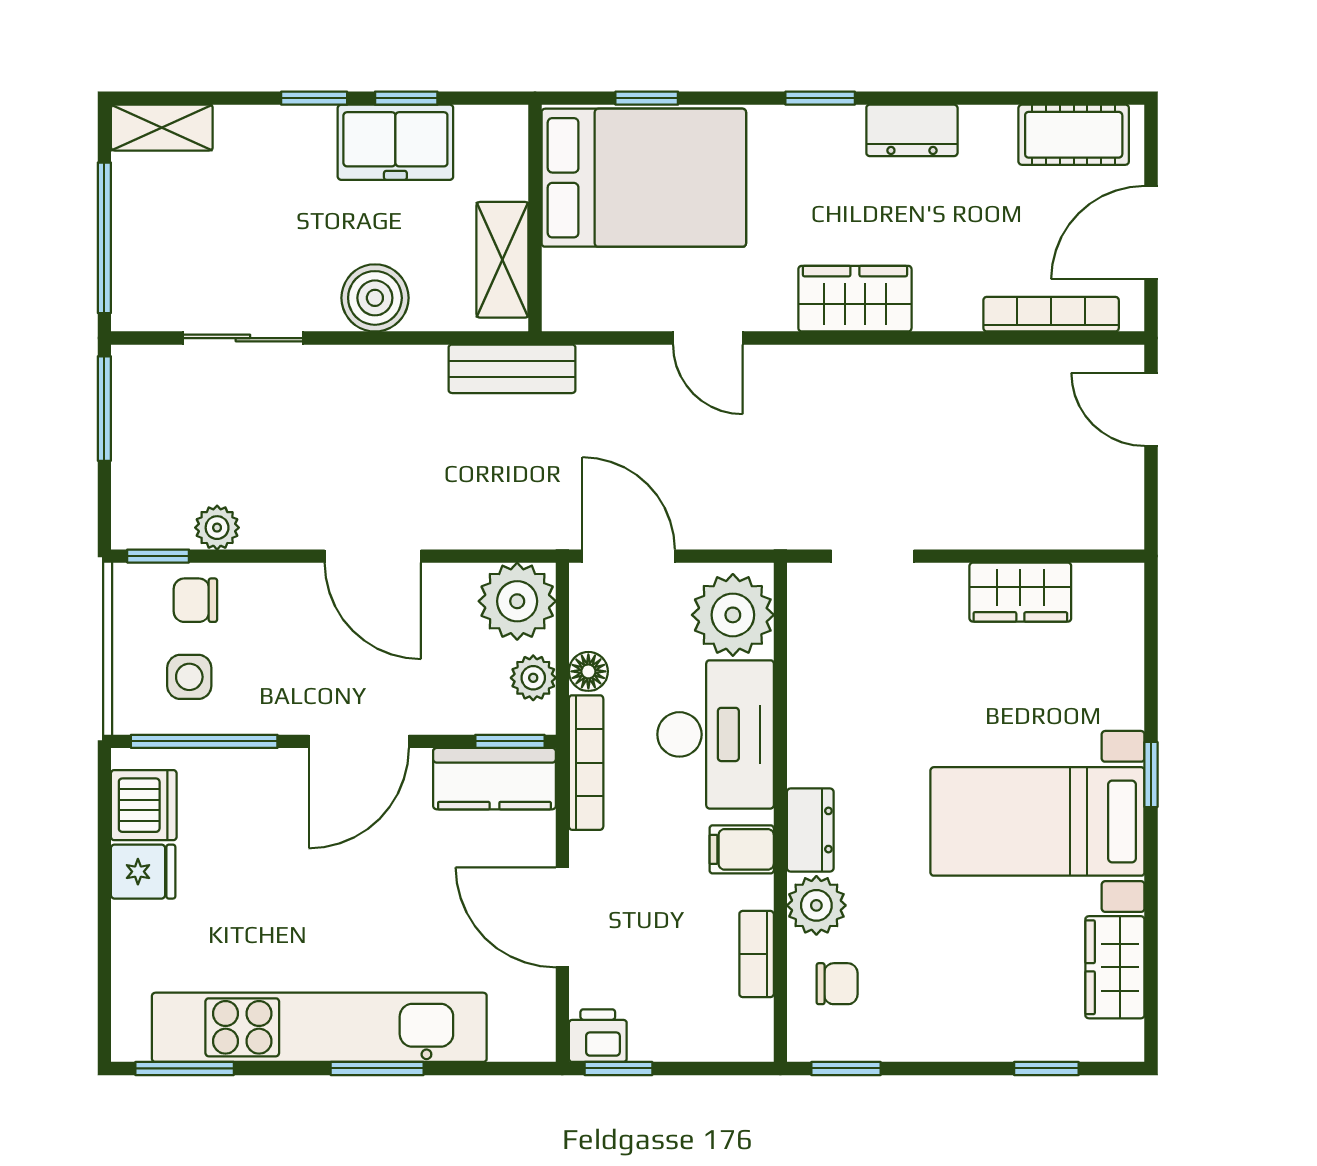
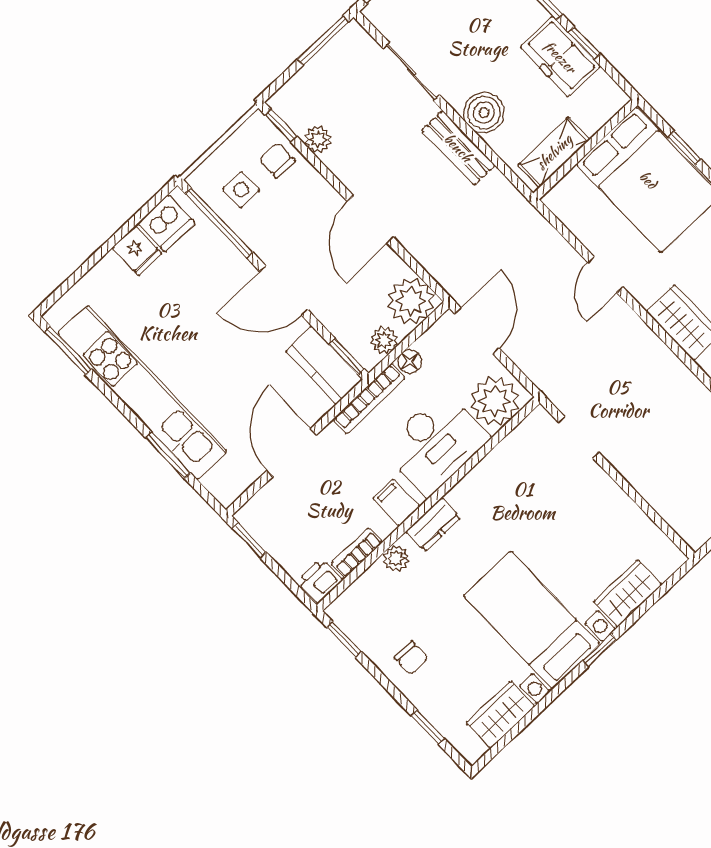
bench: (512, 369) -> (458, 148), moved
wardrobe: (1020, 592) -> (628, 593), moved, turned 90
plant: (816, 905) -> (396, 558), width x0.73, depth x0.73
chair: (837, 984) -> (411, 658), moved
printer: (598, 1036) -> (320, 581), moved, turned -90
window: (377, 1068) -> (168, 455), moved

